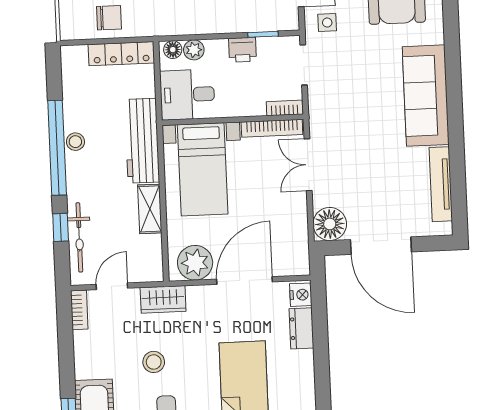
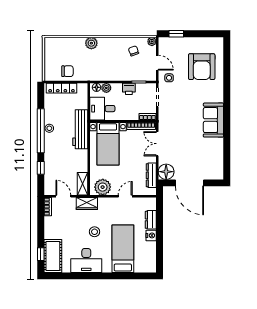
locker: (121, 54) -> (62, 88), moved
sofa: (426, 96) -> (213, 120), width x0.73
tv unit: (441, 184) -> (219, 155), removed
shelving: (150, 209) -> (83, 184), moved
dresser: (298, 233) -> (151, 175), added
bicycle: (79, 237) -> (49, 173), removed
door: (245, 280) -> (125, 196), width x0.53
door: (112, 286) -> (63, 196), hinge flipped
nightstand: (301, 295) -> (151, 235), moved
stool: (154, 362) -> (95, 232), moved

